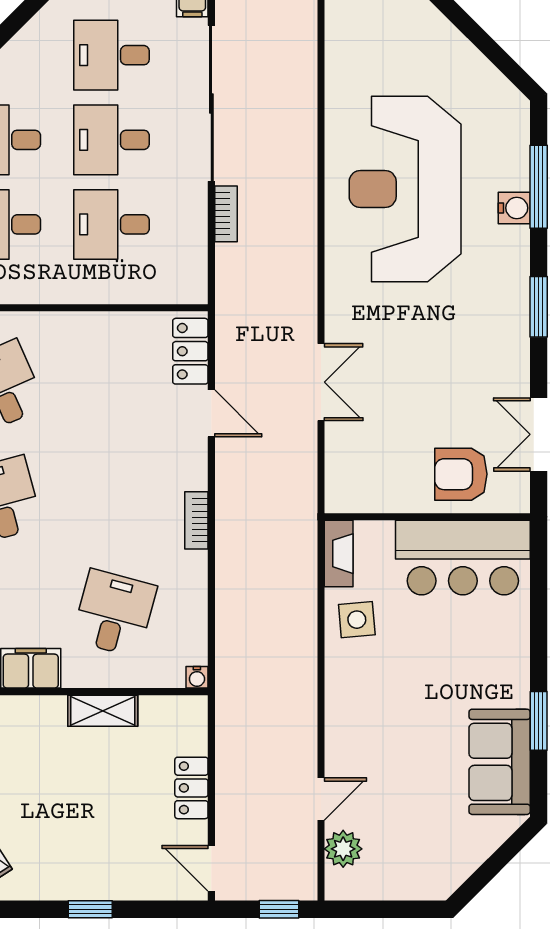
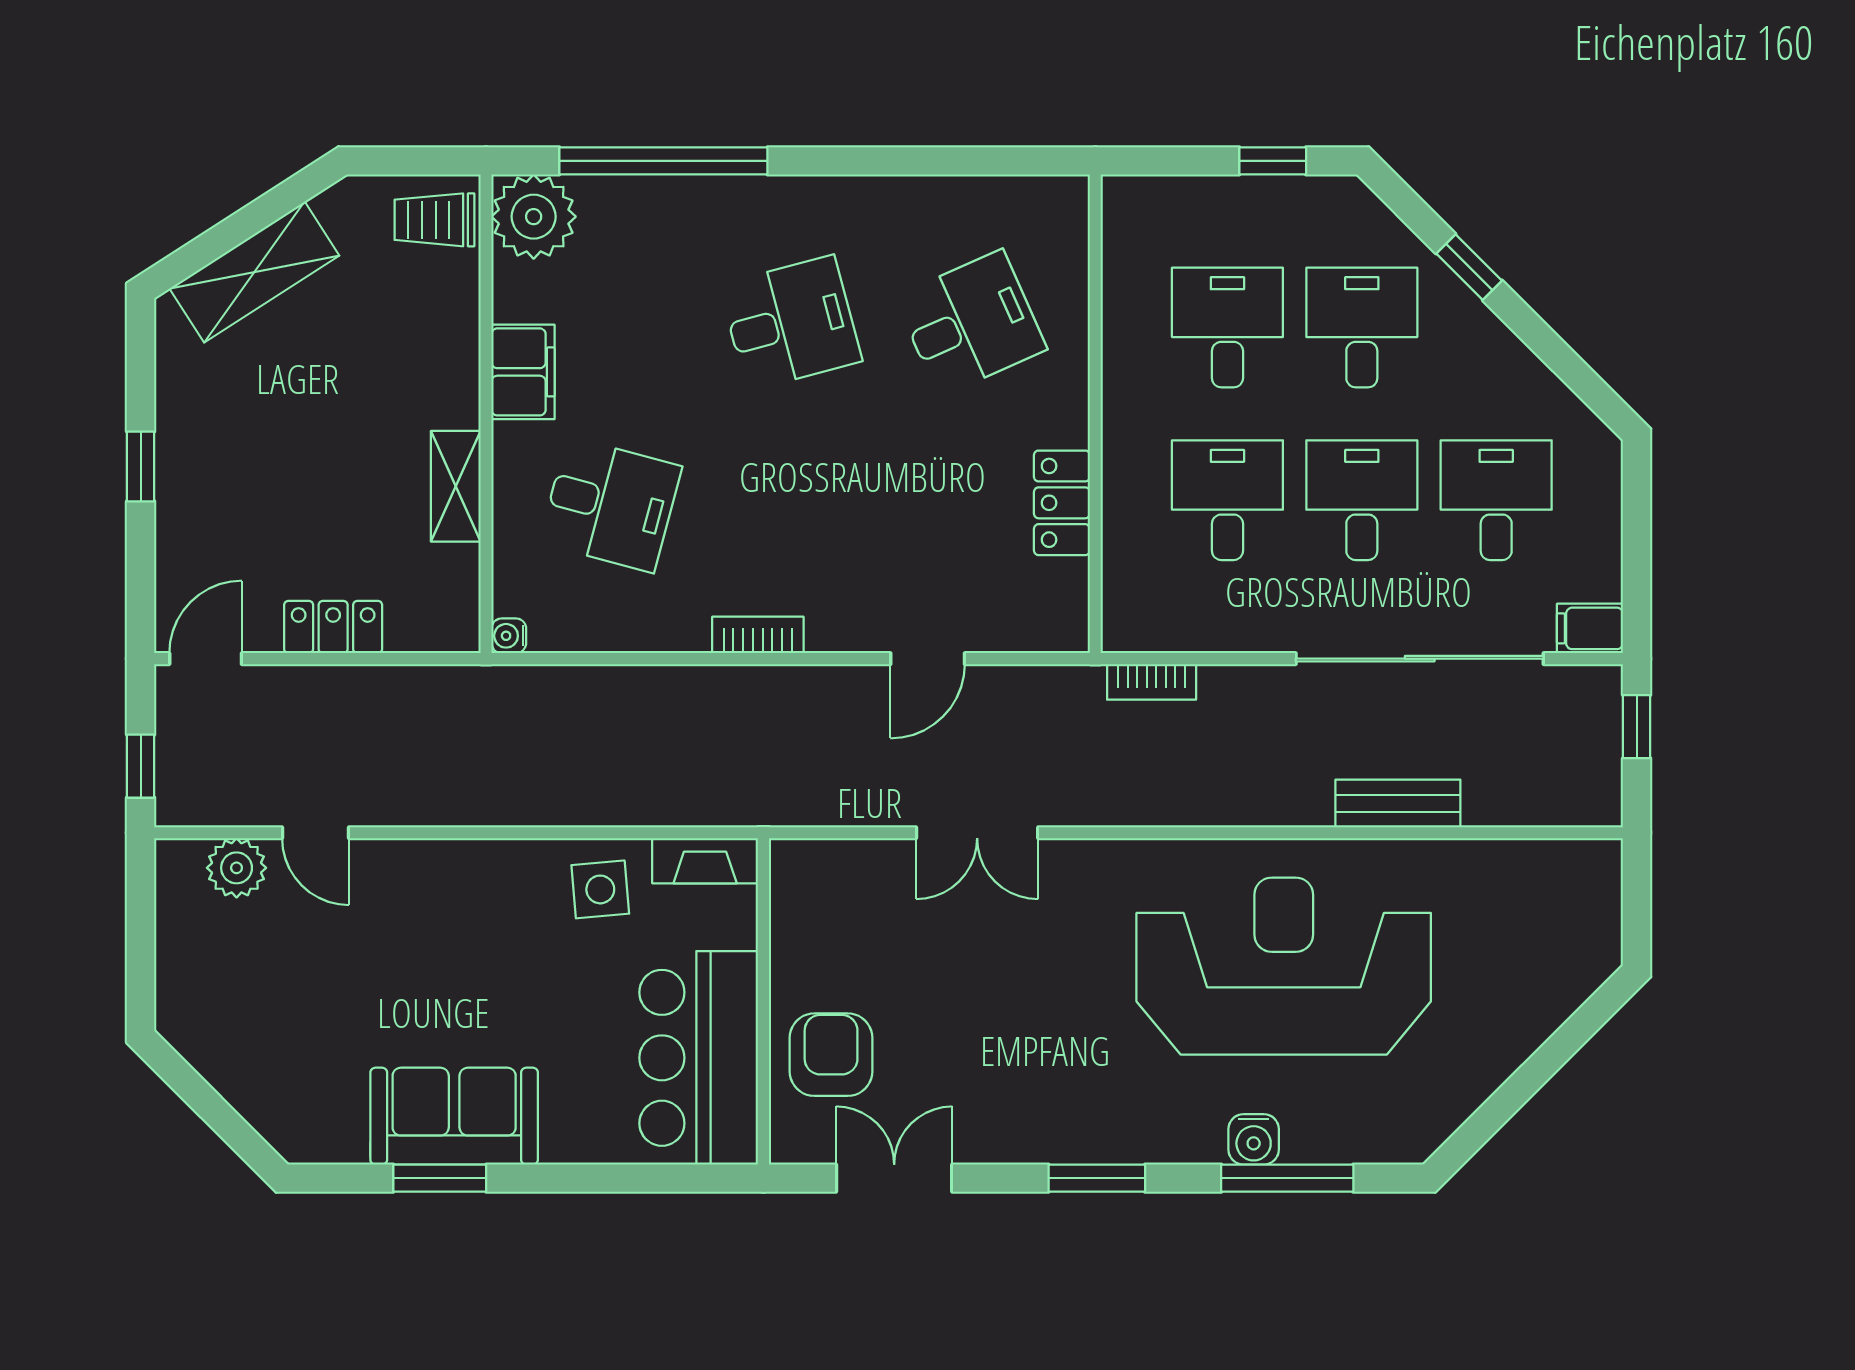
bench: (303, 117) -> (1398, 803), added
bookcase: (226, 214) -> (1152, 682), moved
locker: (190, 351) -> (1062, 503), moved, turned -90
sofa: (500, 762) -> (454, 1116), moved

